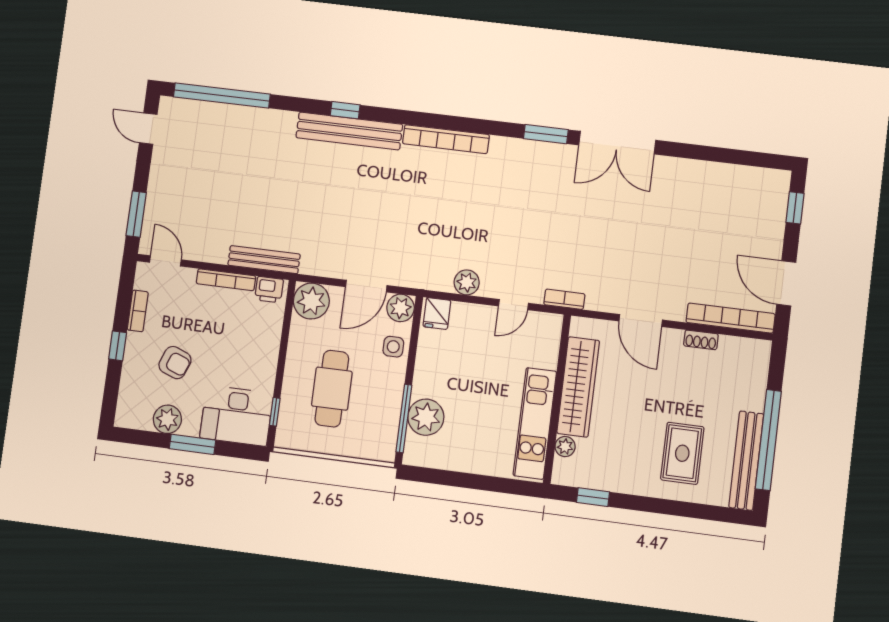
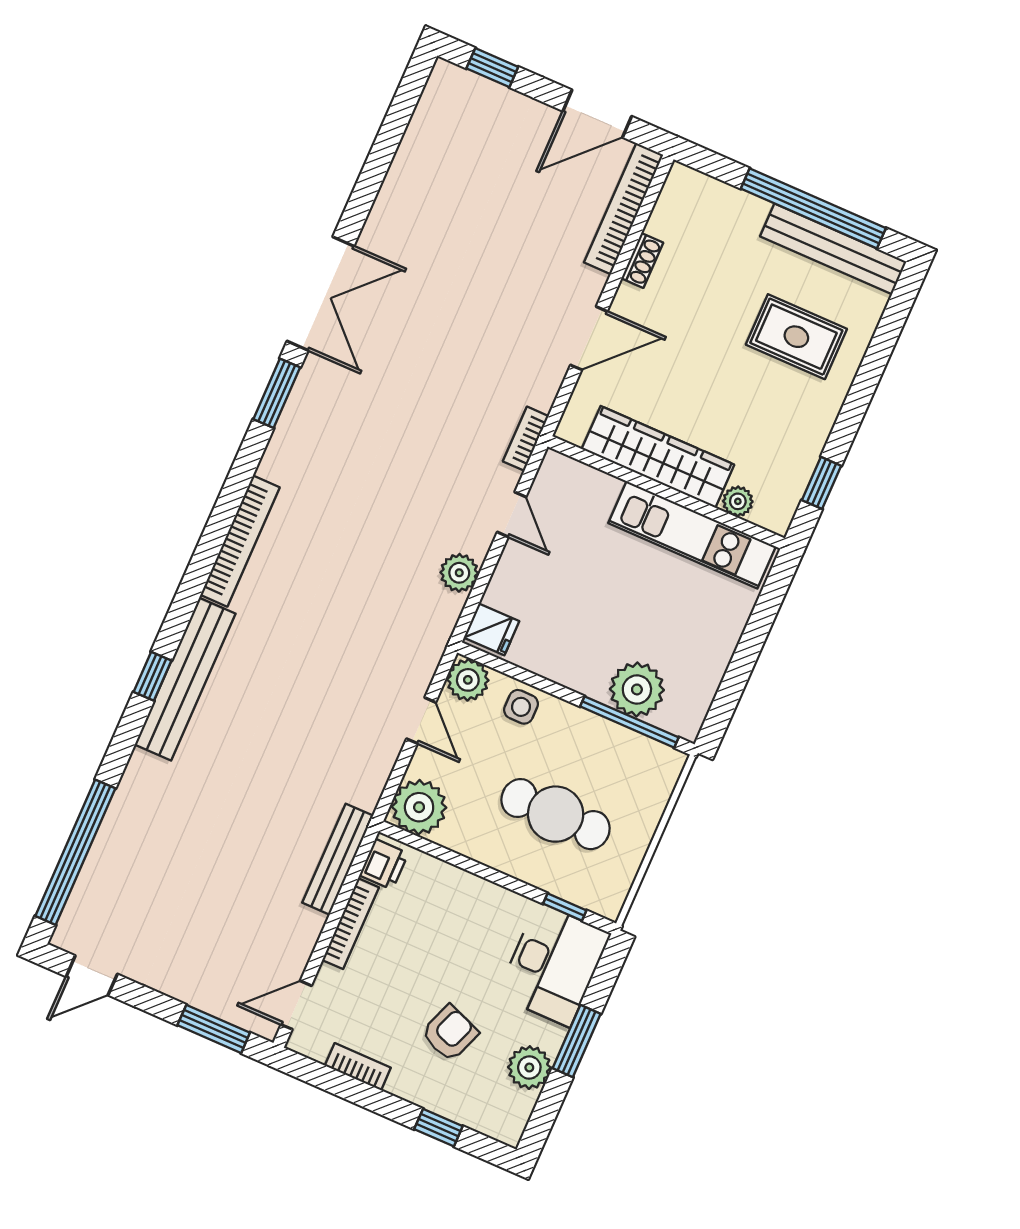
door: (366, 286) -> (421, 721), width x0.73
window: (118, 346) -> (438, 1128), moved

